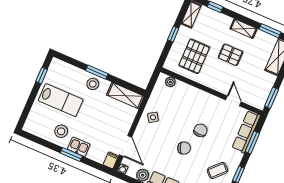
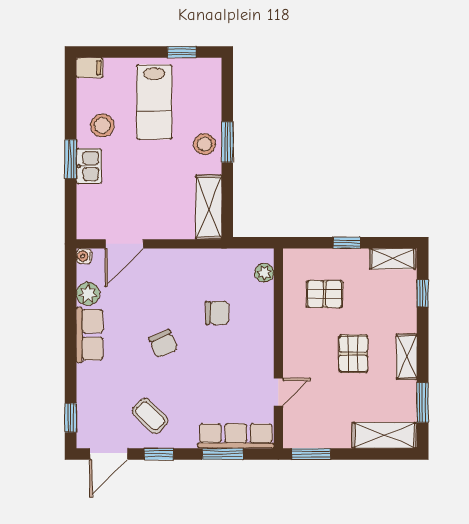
pallet: (194, 56) -> (325, 294), width x0.67, depth x0.71
side table: (153, 117) -> (192, 269), removed
chair: (200, 130) -> (217, 313), moved
filing cabinet: (111, 160) -> (89, 68), moved

